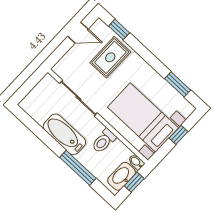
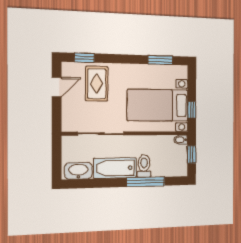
window: (178, 135) -> (192, 110), moved
toilet: (104, 141) -> (144, 166), moved, turned 180
washbasin: (122, 176) -> (78, 171), moved, turned 90

